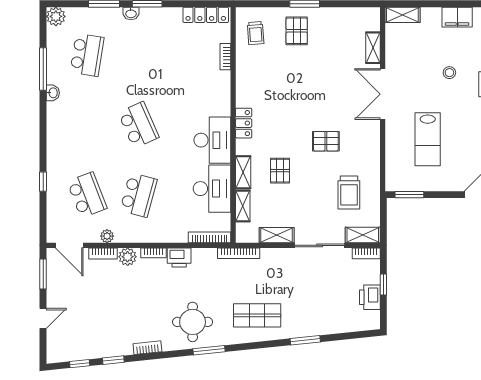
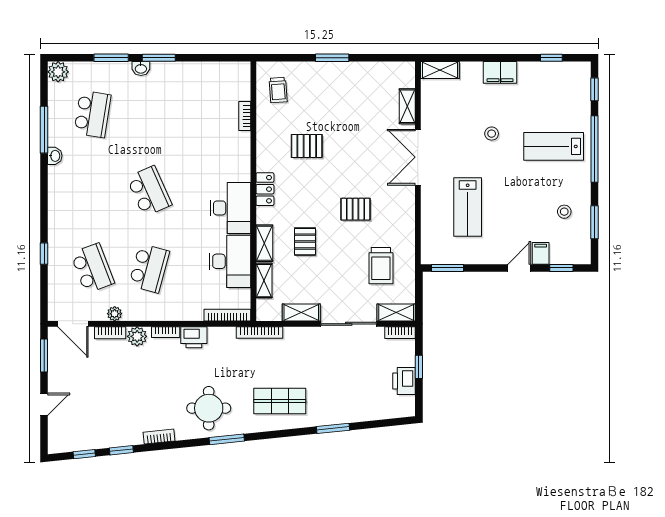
locker: (206, 15) -> (223, 70), removed
pallet: (297, 31) -> (307, 146), moved, turned 90

